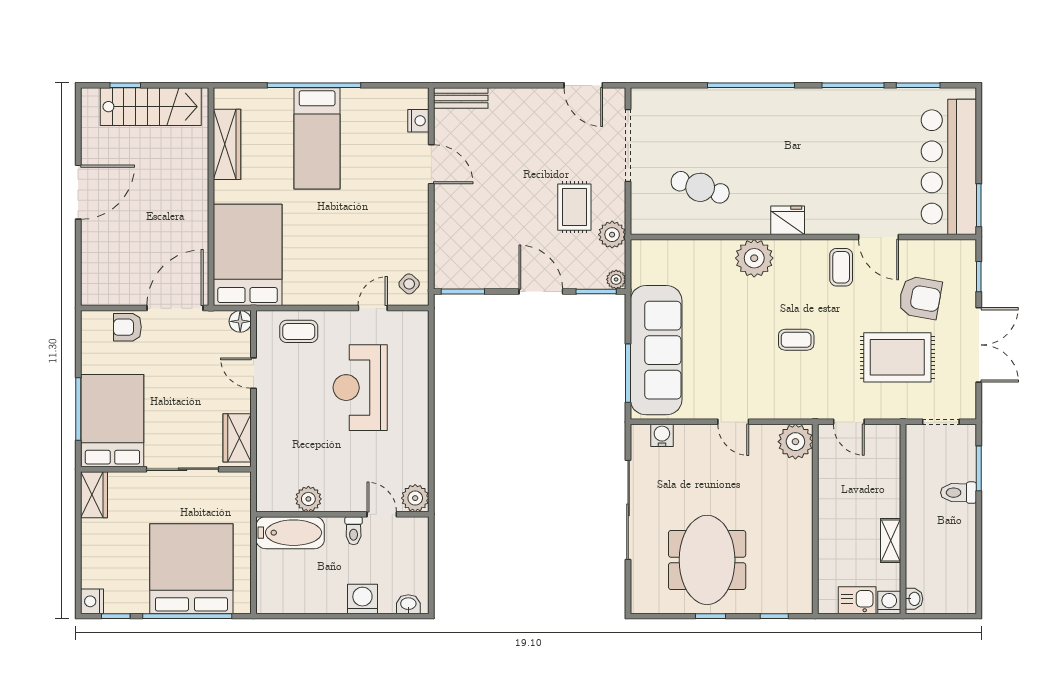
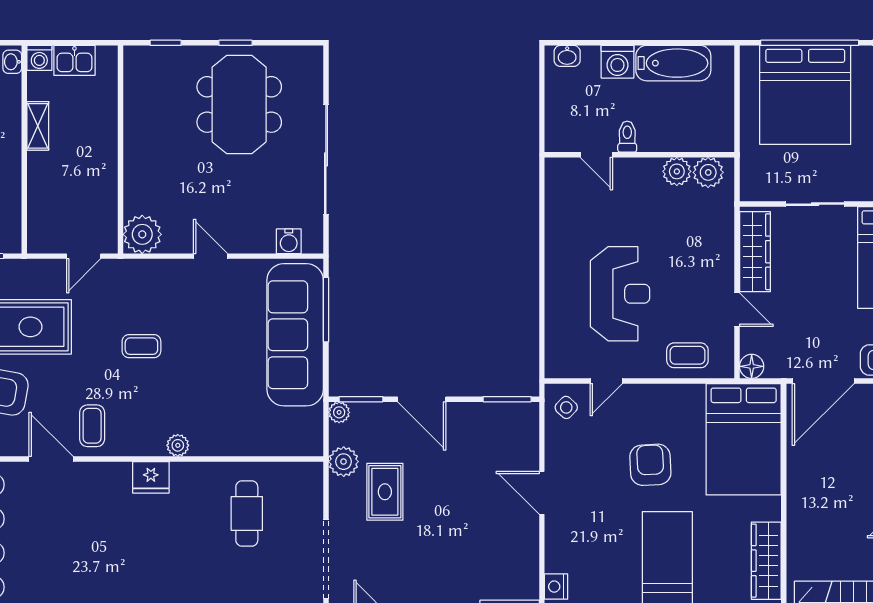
door: (431, 164) -> (542, 493), moved
cafe table: (700, 187) -> (247, 514), turned 73
armchair: (333, 232) -> (650, 465), added
plant: (754, 258) -> (178, 445), width x0.53, depth x0.53
door: (849, 422) -> (84, 256), swing flipped
wardrobe: (237, 438) -> (755, 252), width x1.50
sliding door: (182, 469) -> (815, 204), width x0.73
plant: (415, 498) -> (708, 172), moved
bathtub: (290, 533) -> (673, 63), moved, turned 180

